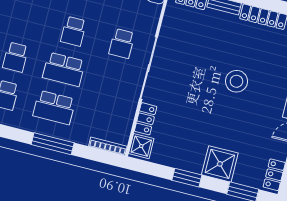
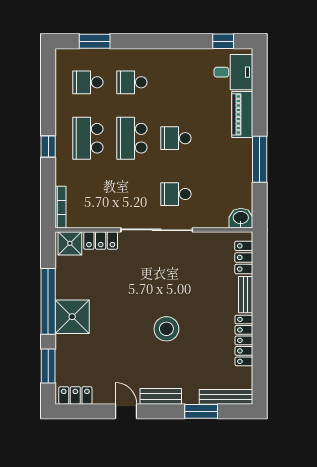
window: (53, 144) -> (48, 146), width x0.46
shower: (220, 164) -> (72, 317), moved
window: (187, 178) -> (48, 301), width x2.11

